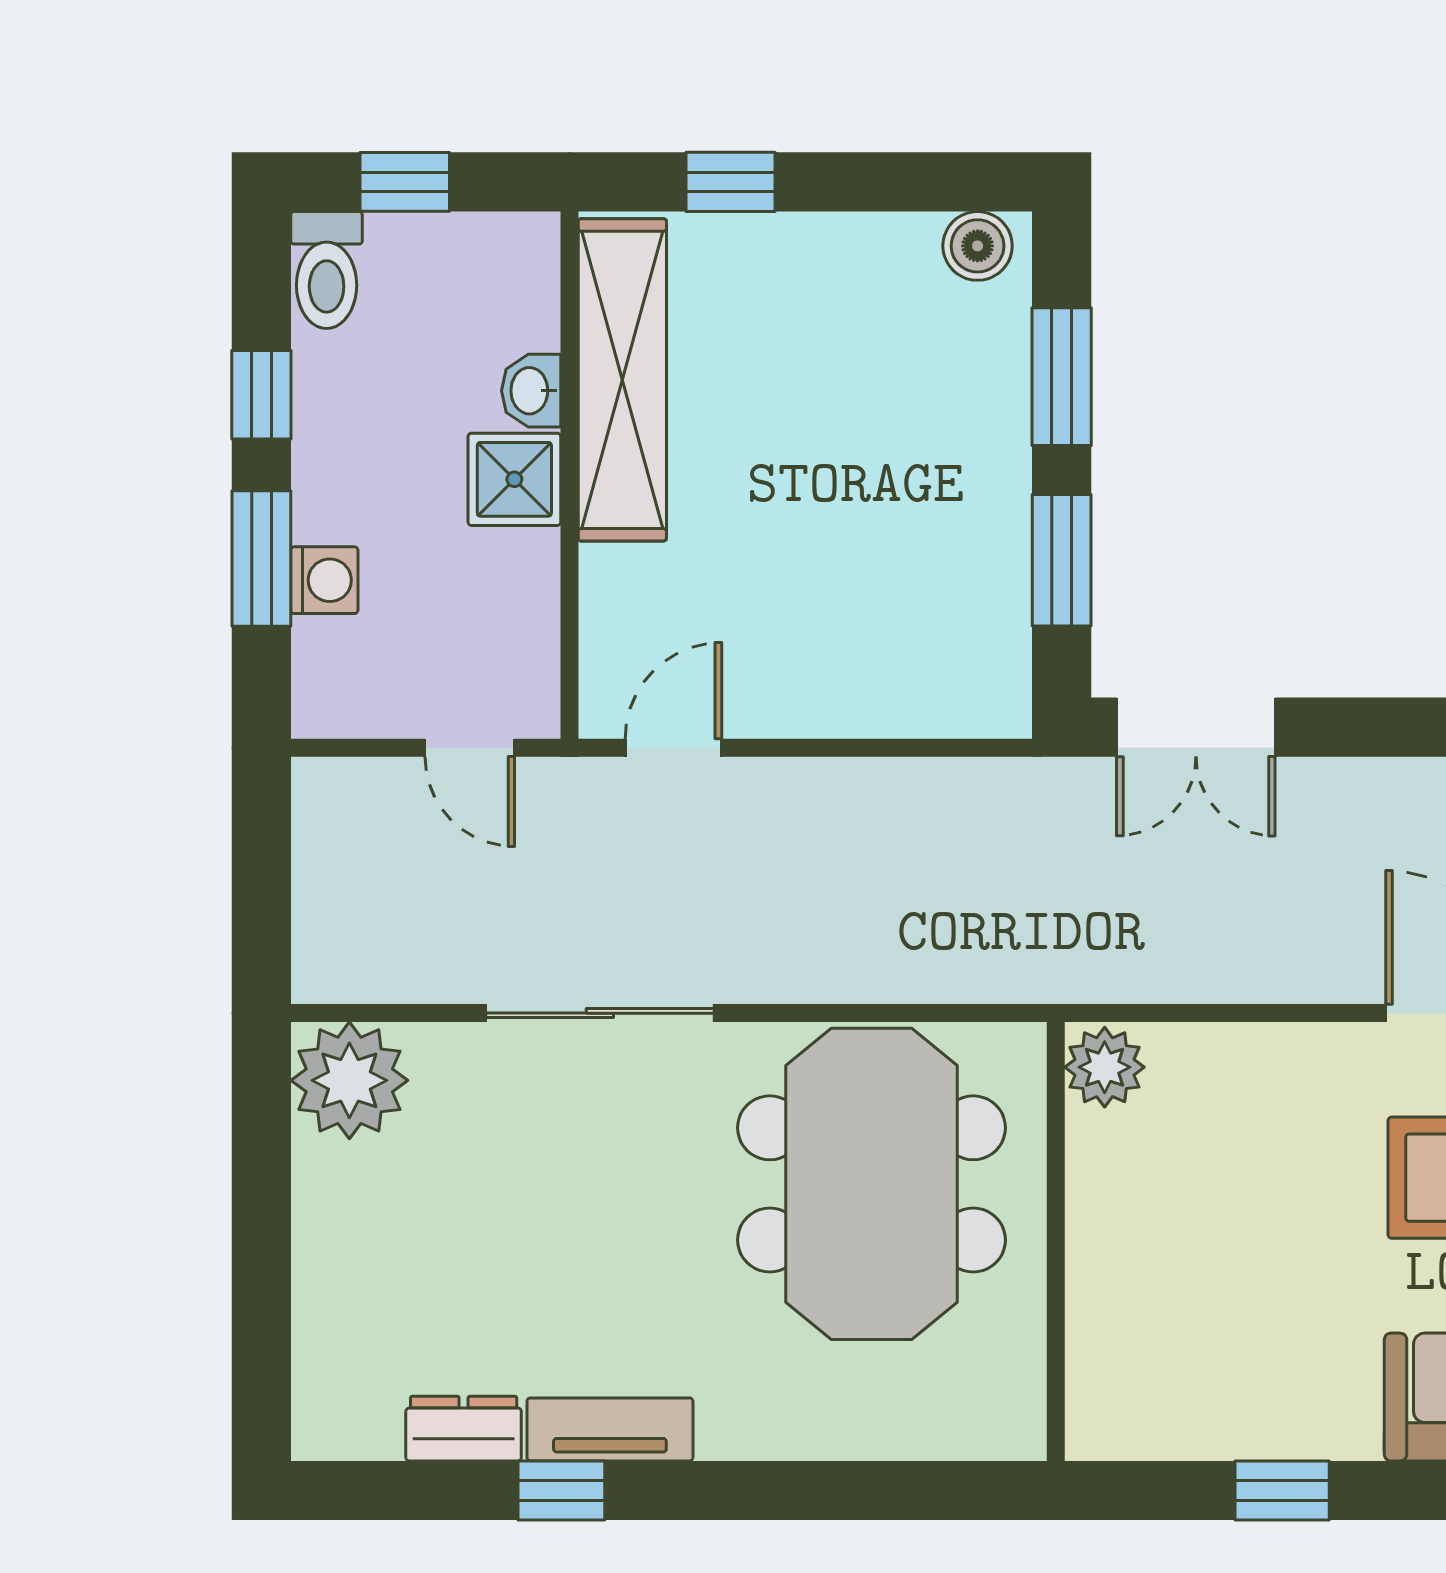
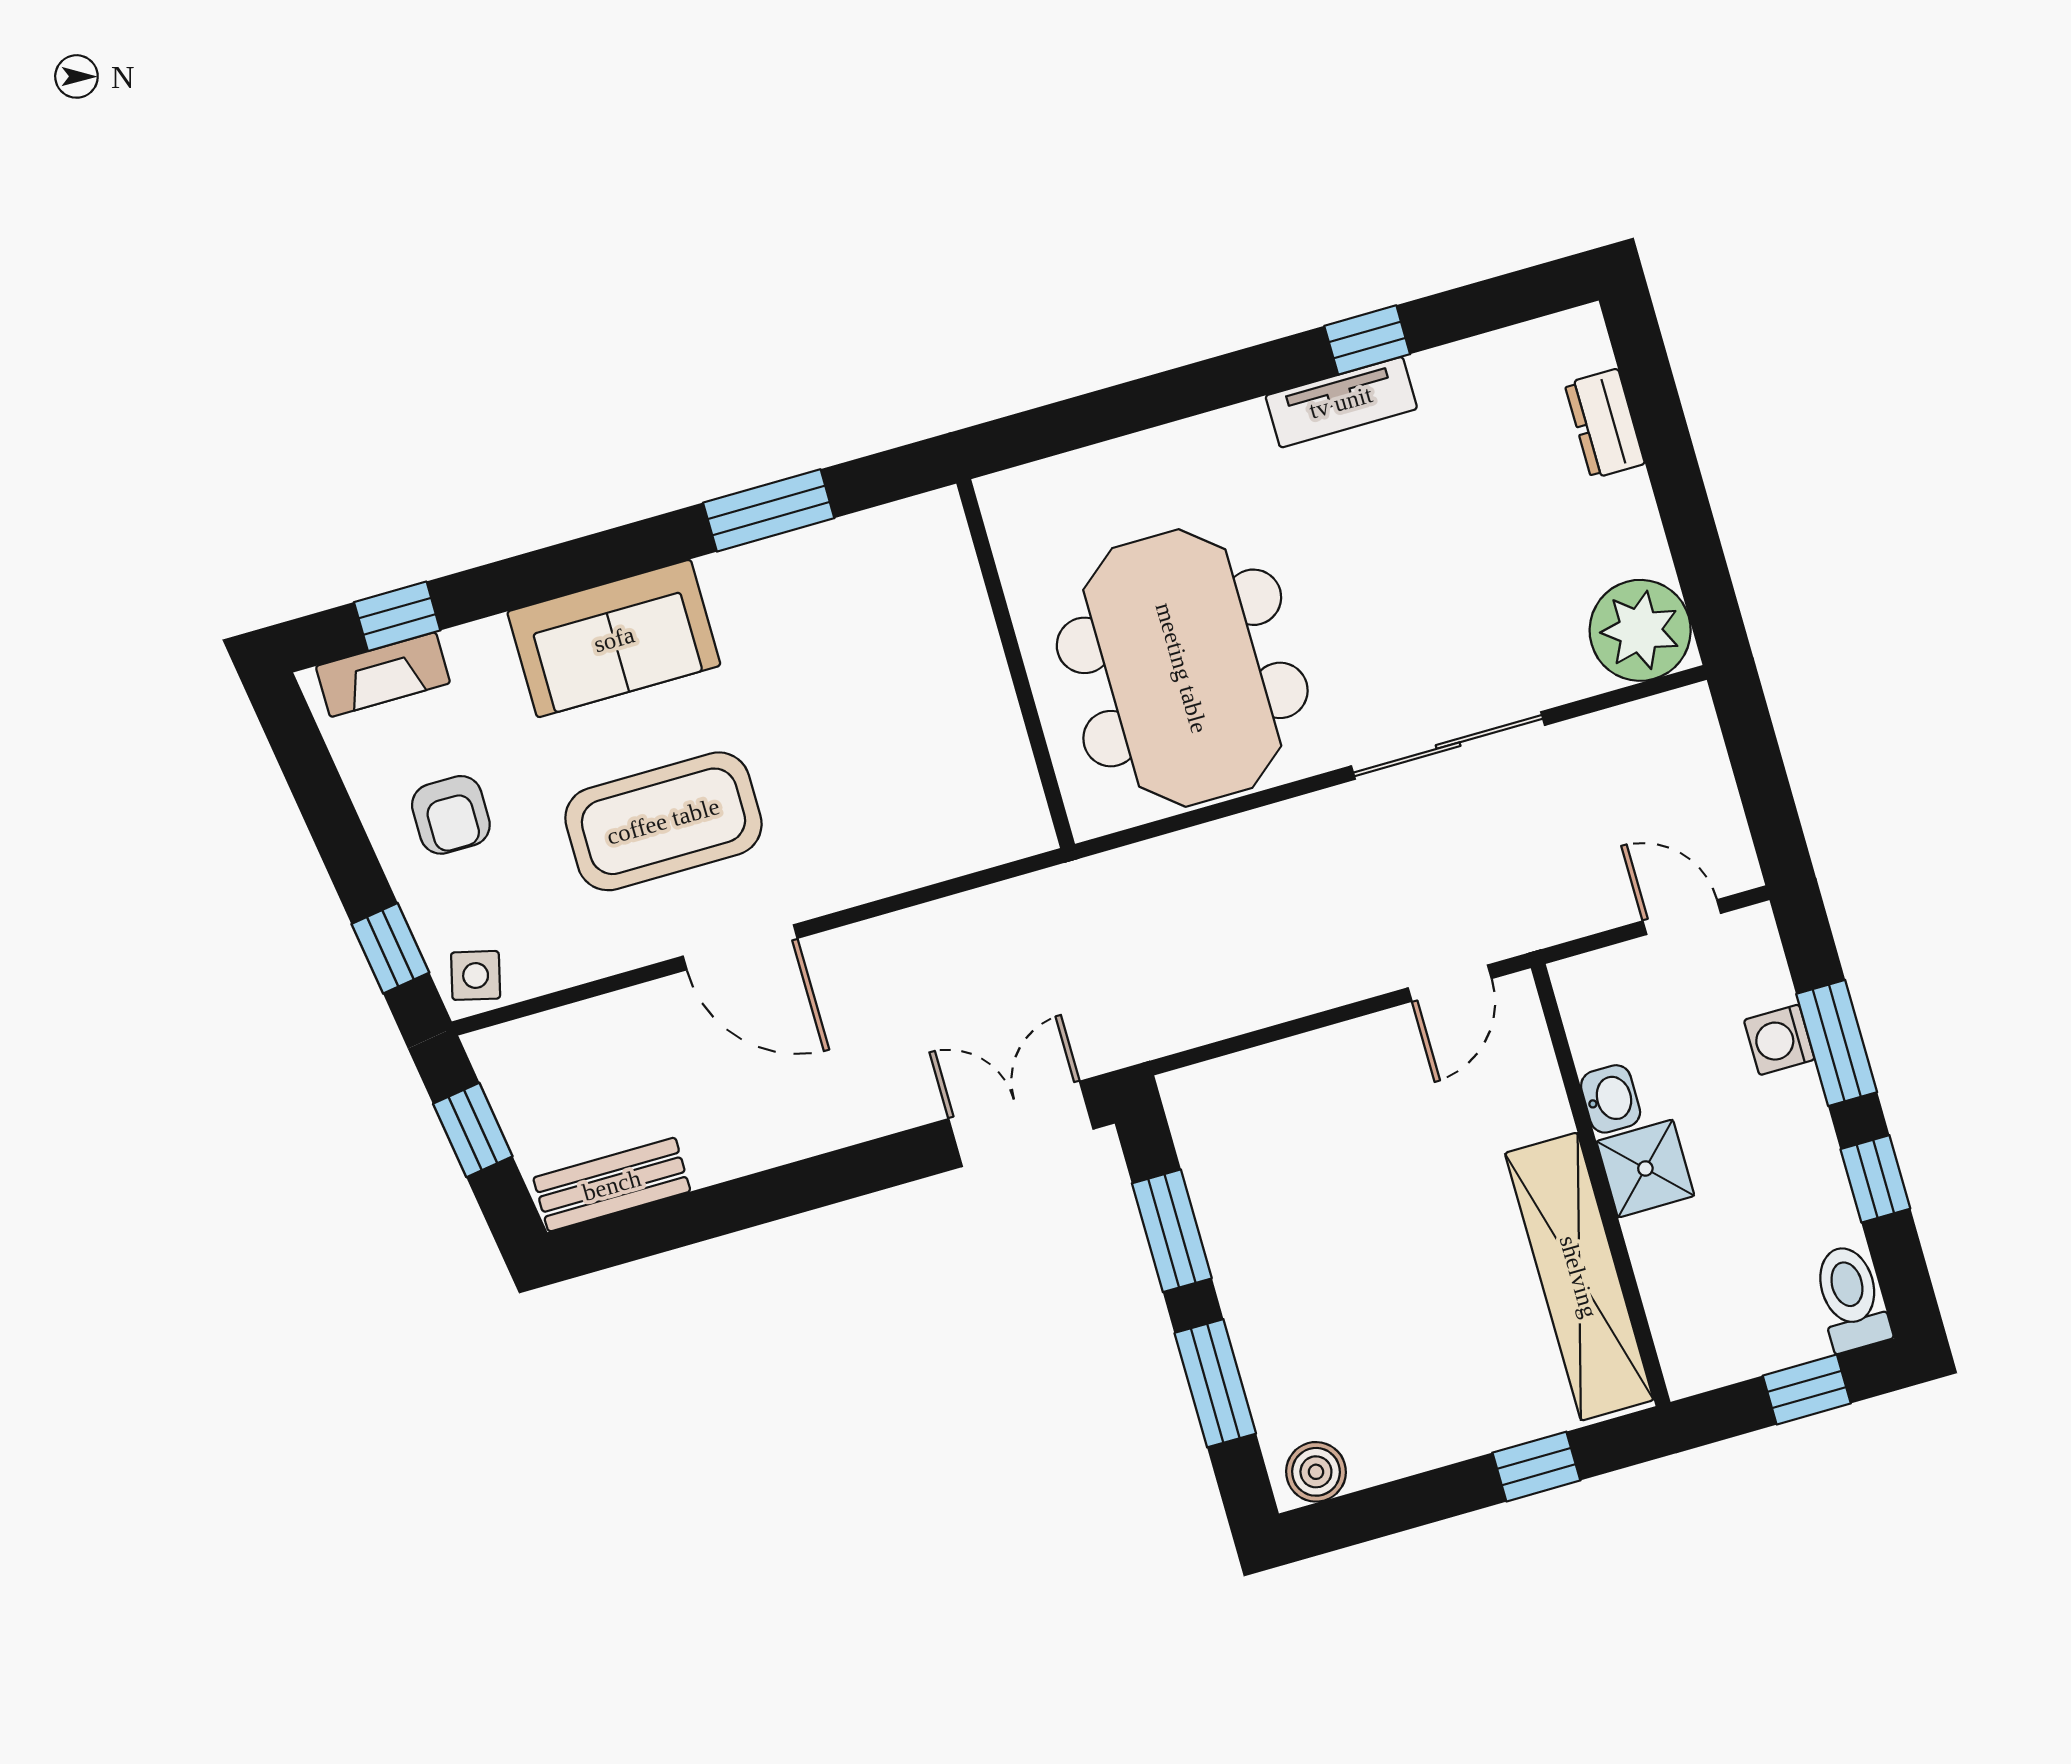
washbasin: (531, 391) -> (1611, 1099), moved
door: (470, 748) -> (1682, 917), moved
plant: (1105, 1067) -> (1016, 820), removed
dresser: (464, 1429) -> (1605, 424), moved, turned 90
window: (1282, 1491) -> (769, 510), width x1.50

